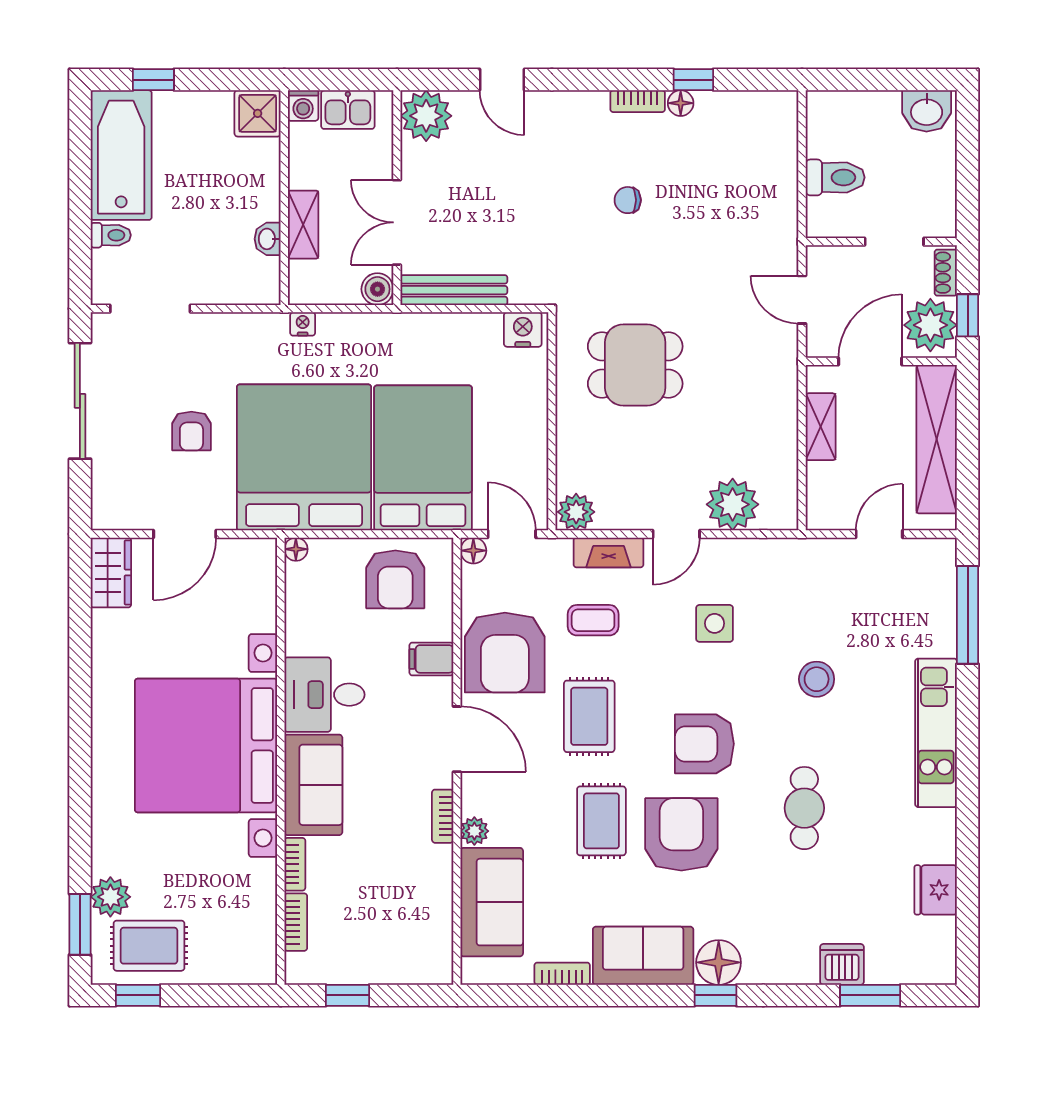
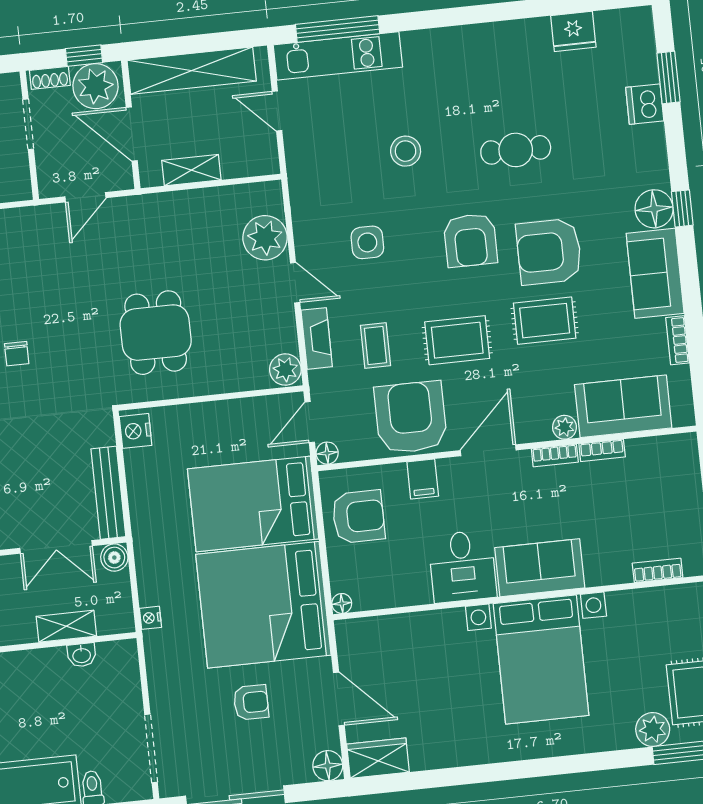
floor lamp: (108, 513) -> (328, 766), added
armchair: (505, 653) -> (411, 417), turned -90
kitchen unit: (936, 733) -> (338, 56), moved
bed with nightstands: (206, 745) -> (541, 659), width x0.73
bookcase: (295, 864) -> (602, 450), moved, turned 180

